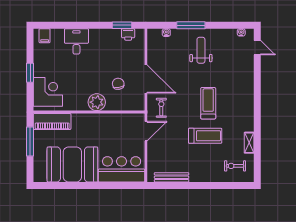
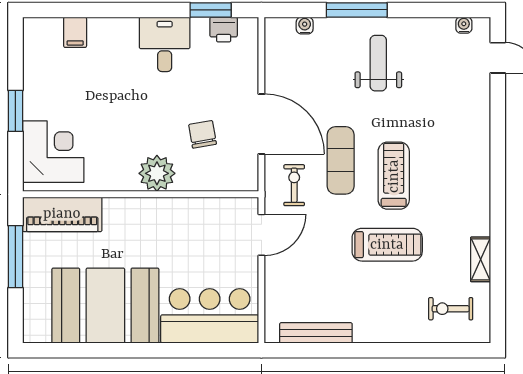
filing cabinet: (45, 36) -> (75, 32), moved
desk: (76, 41) -> (165, 44), moved
exercise mat: (183, 96) -> (341, 160), added

